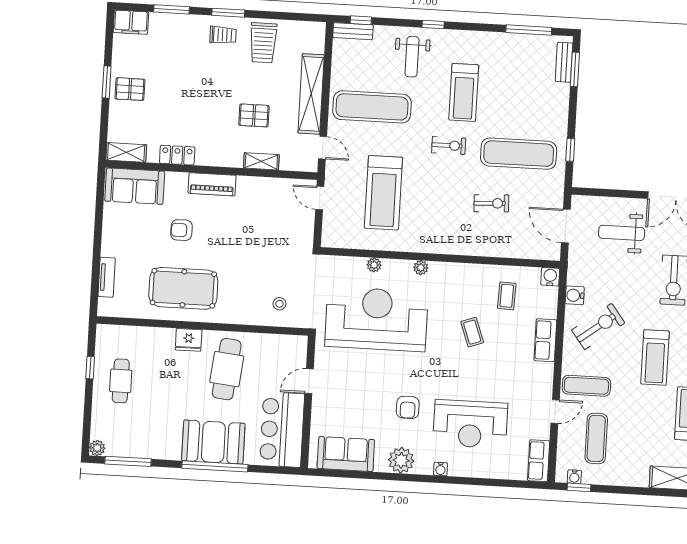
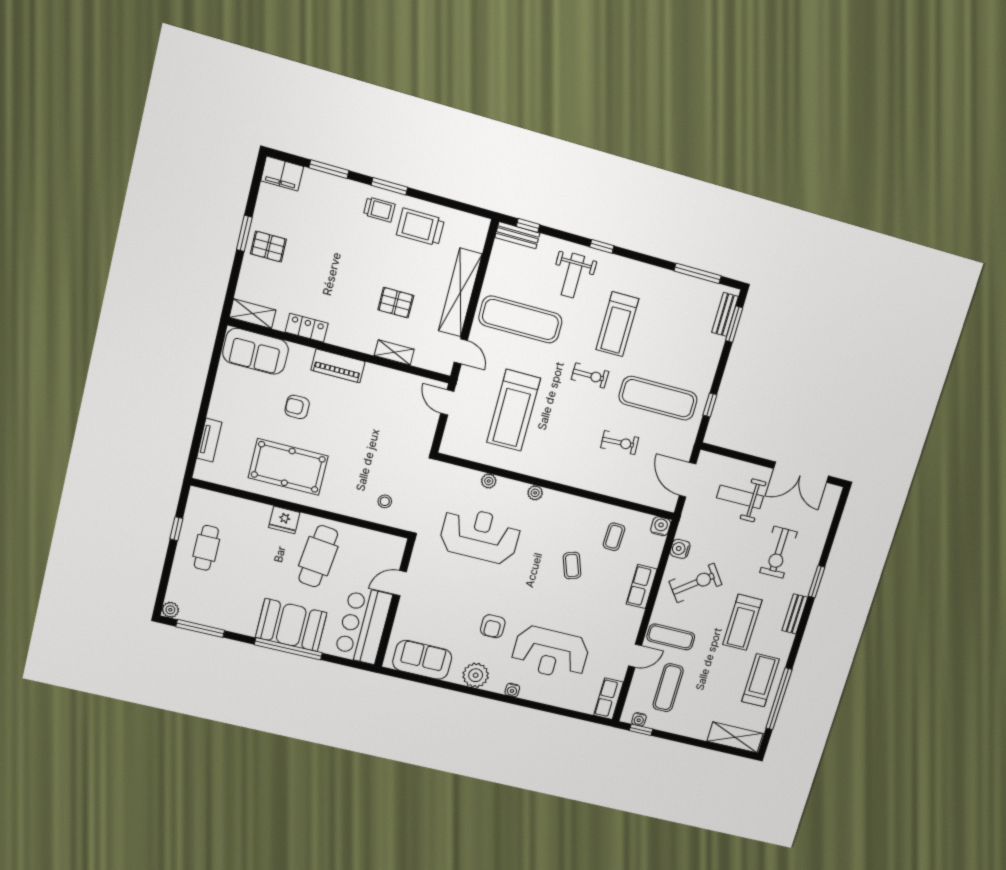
trolley: (263, 43) -> (420, 227), turned 90
reception desk: (377, 319) -> (480, 535), width x0.74, depth x0.77

